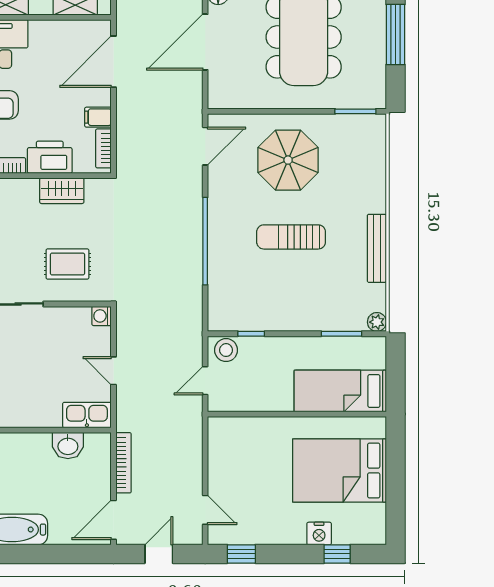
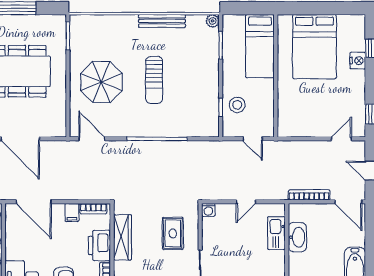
wardrobe: (62, 191) -> (122, 237), width x1.50
stool: (226, 350) -> (237, 105), moved
kitchen sink: (87, 415) -> (276, 233), moved
washbasin: (68, 446) -> (297, 237), width x1.38

